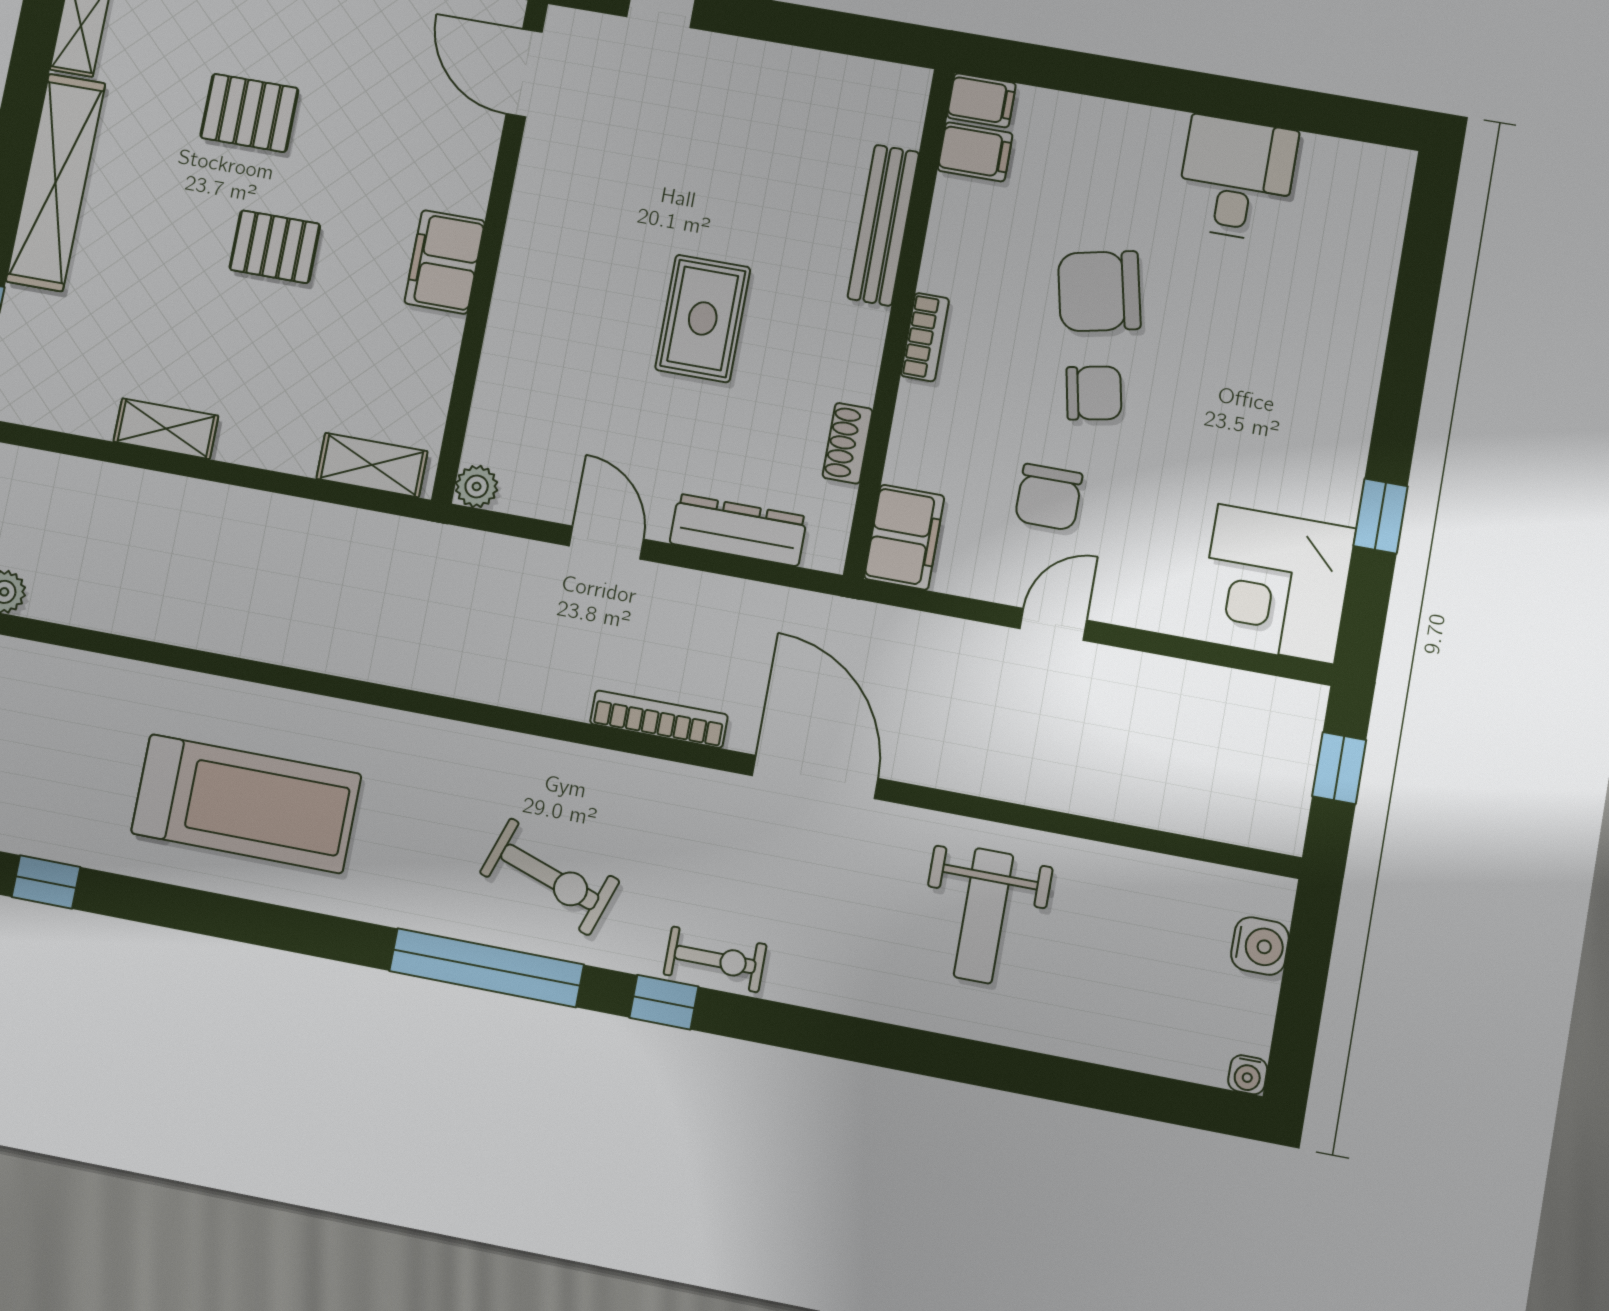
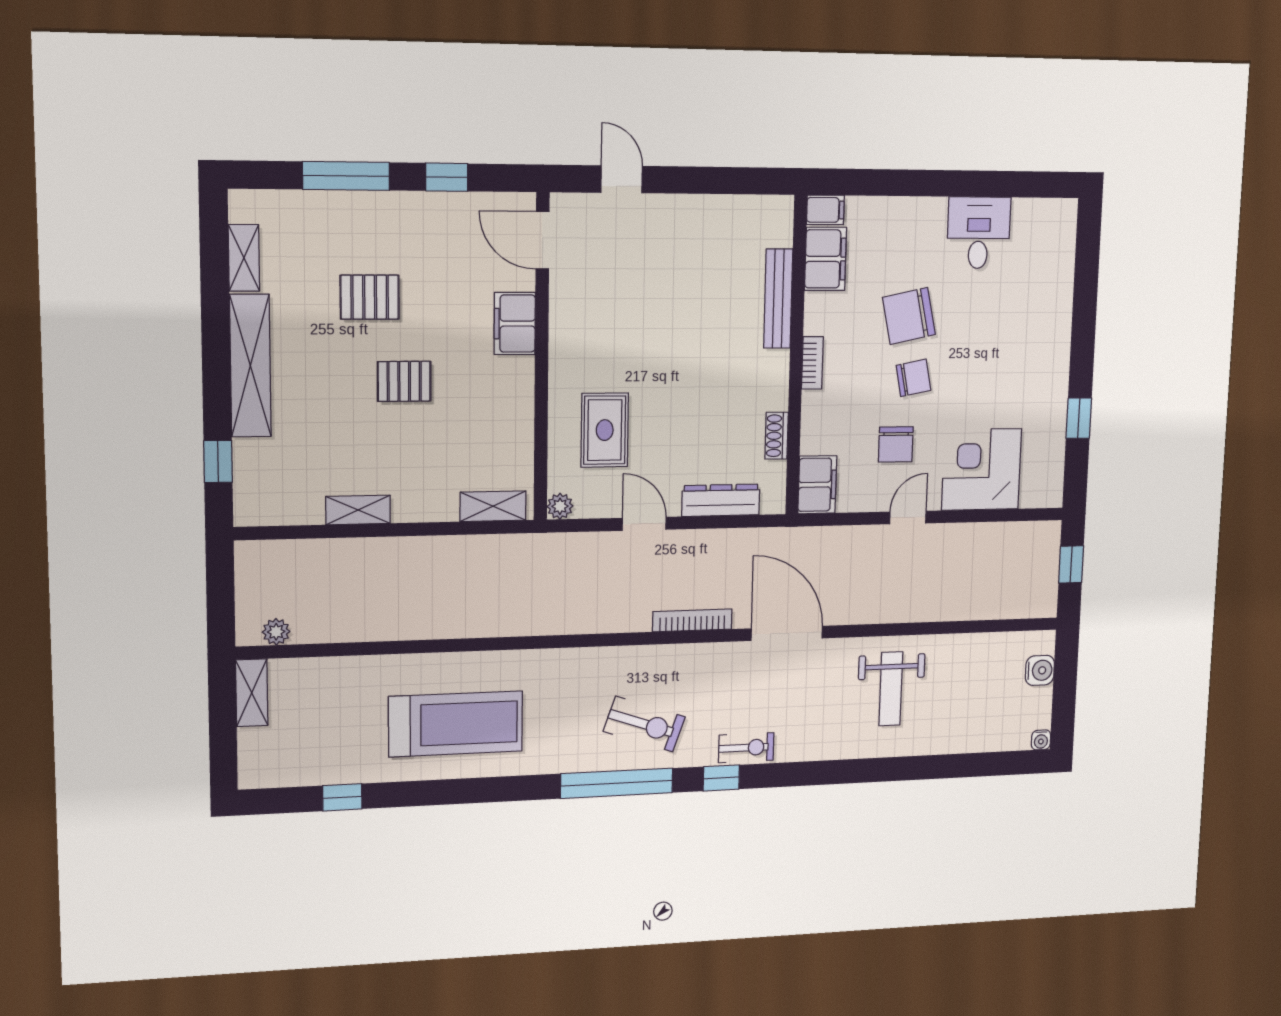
filing cabinet: (975, 152) -> (825, 259), width x2.00
filing cabinet: (445, 262) -> (515, 324), moved
rug: (703, 318) -> (605, 430), moved
corner desk: (1276, 584) -> (982, 469), moved, turned 90

